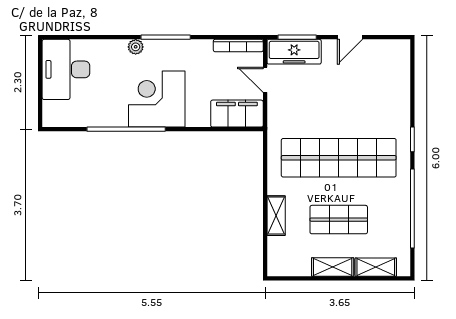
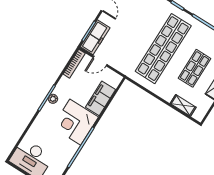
plant: (136, 47) -> (53, 99), moved
filing cabinet: (237, 114) -> (100, 98), moved
shelving: (276, 216) -> (183, 105), moved

